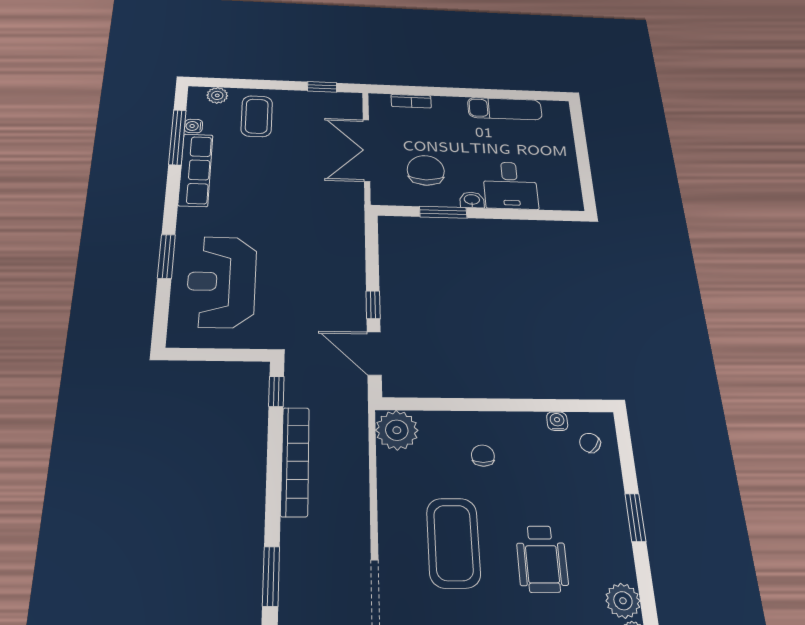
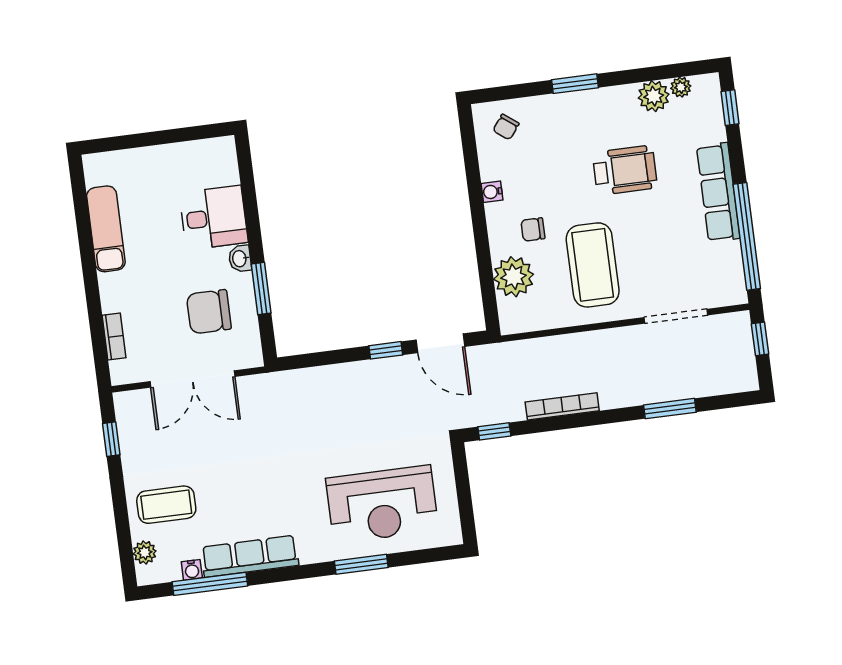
door: (374, 353) -> (440, 343), hinge flipped
water cooler: (557, 421) -> (492, 192), moved
plant: (397, 430) -> (514, 277), moved
bookcase: (295, 461) -> (562, 406), width x0.68, depth x0.76
coffee table: (453, 543) -> (593, 265), moved, turned 90

